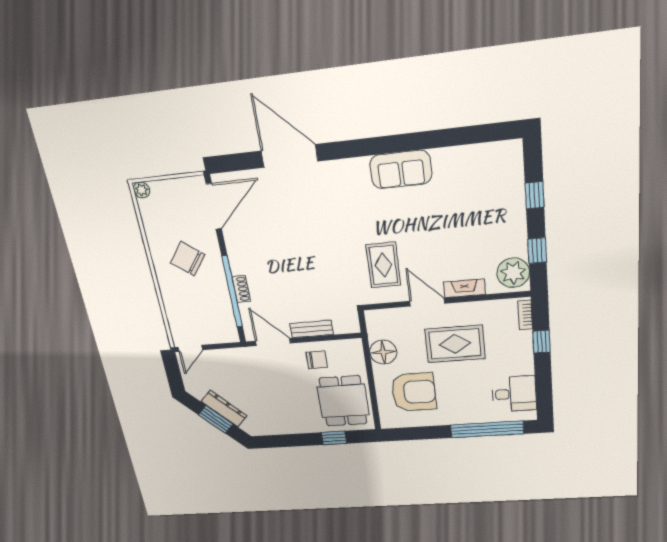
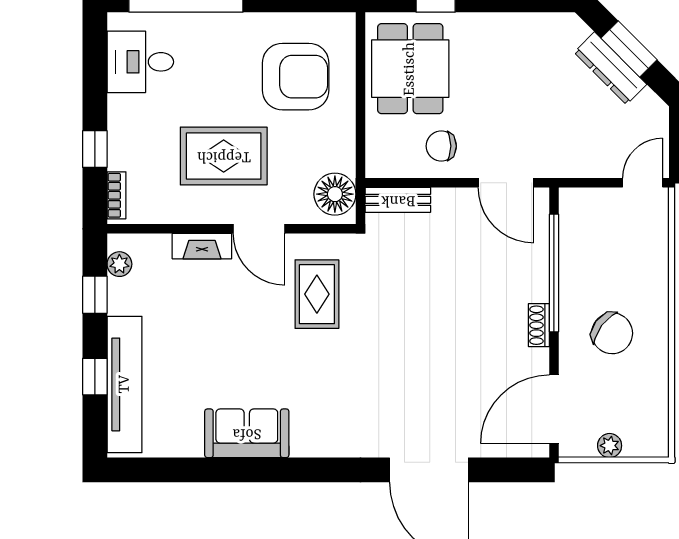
sofa: (401, 169) -> (247, 433), moved
plant: (142, 190) -> (610, 446), moved
tv unit: (512, 192) -> (125, 384), added
plant: (513, 273) -> (119, 264), width x0.53, depth x0.53
shoe rack: (241, 289) -> (539, 325), moved
bench: (311, 329) -> (398, 200), moved
floor lamp: (383, 352) -> (335, 194), moved
armchair: (414, 392) -> (296, 77), turned 180

